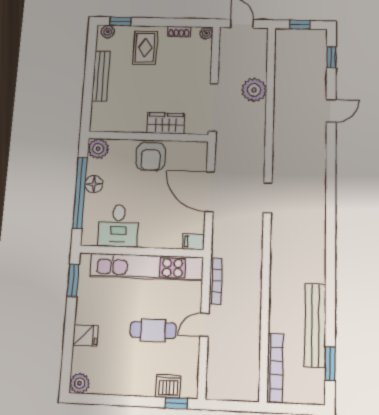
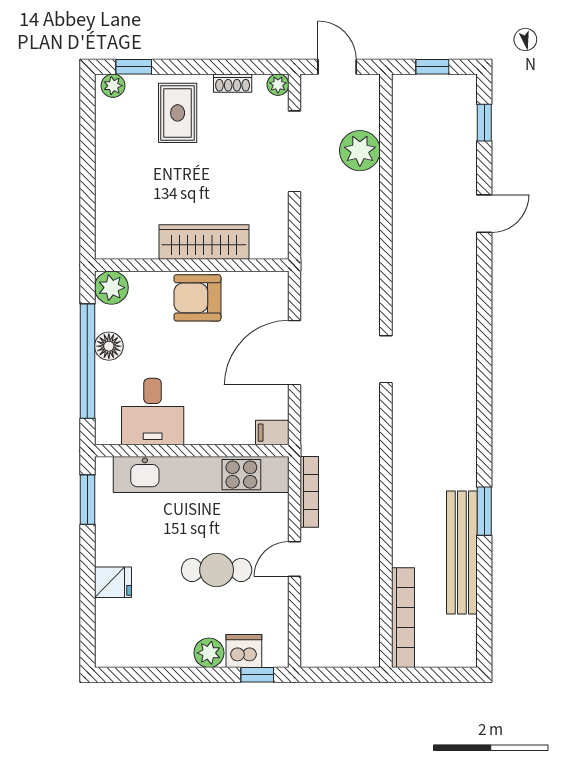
bench: (101, 76) -> (107, 164), removed
plant: (254, 90) -> (360, 151), moved
doorway: (213, 107) -> (294, 151), moved
wardrobe: (166, 123) -> (204, 242), width x1.50
armchair: (151, 156) -> (197, 298), turned 90
door: (210, 192) -> (294, 353), hinge flipped
window: (330, 363) -> (484, 511), moved
plant: (80, 383) -> (209, 653), moved

